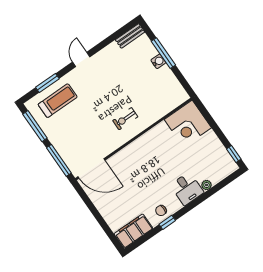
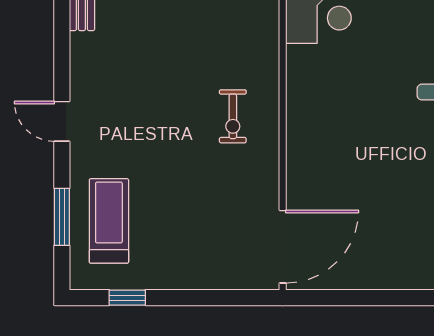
window: (35, 126) -> (127, 298), width x0.46
window: (59, 160) -> (224, 298), removed

